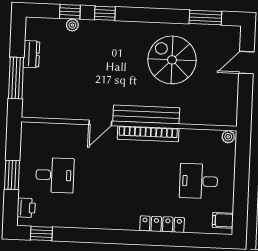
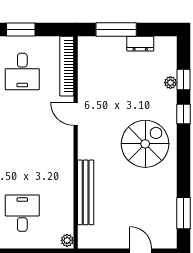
spiral stairs: (172, 60) -> (145, 144), moved
bench: (146, 114) -> (86, 192), moved
bookcase: (148, 134) -> (67, 66), moved

